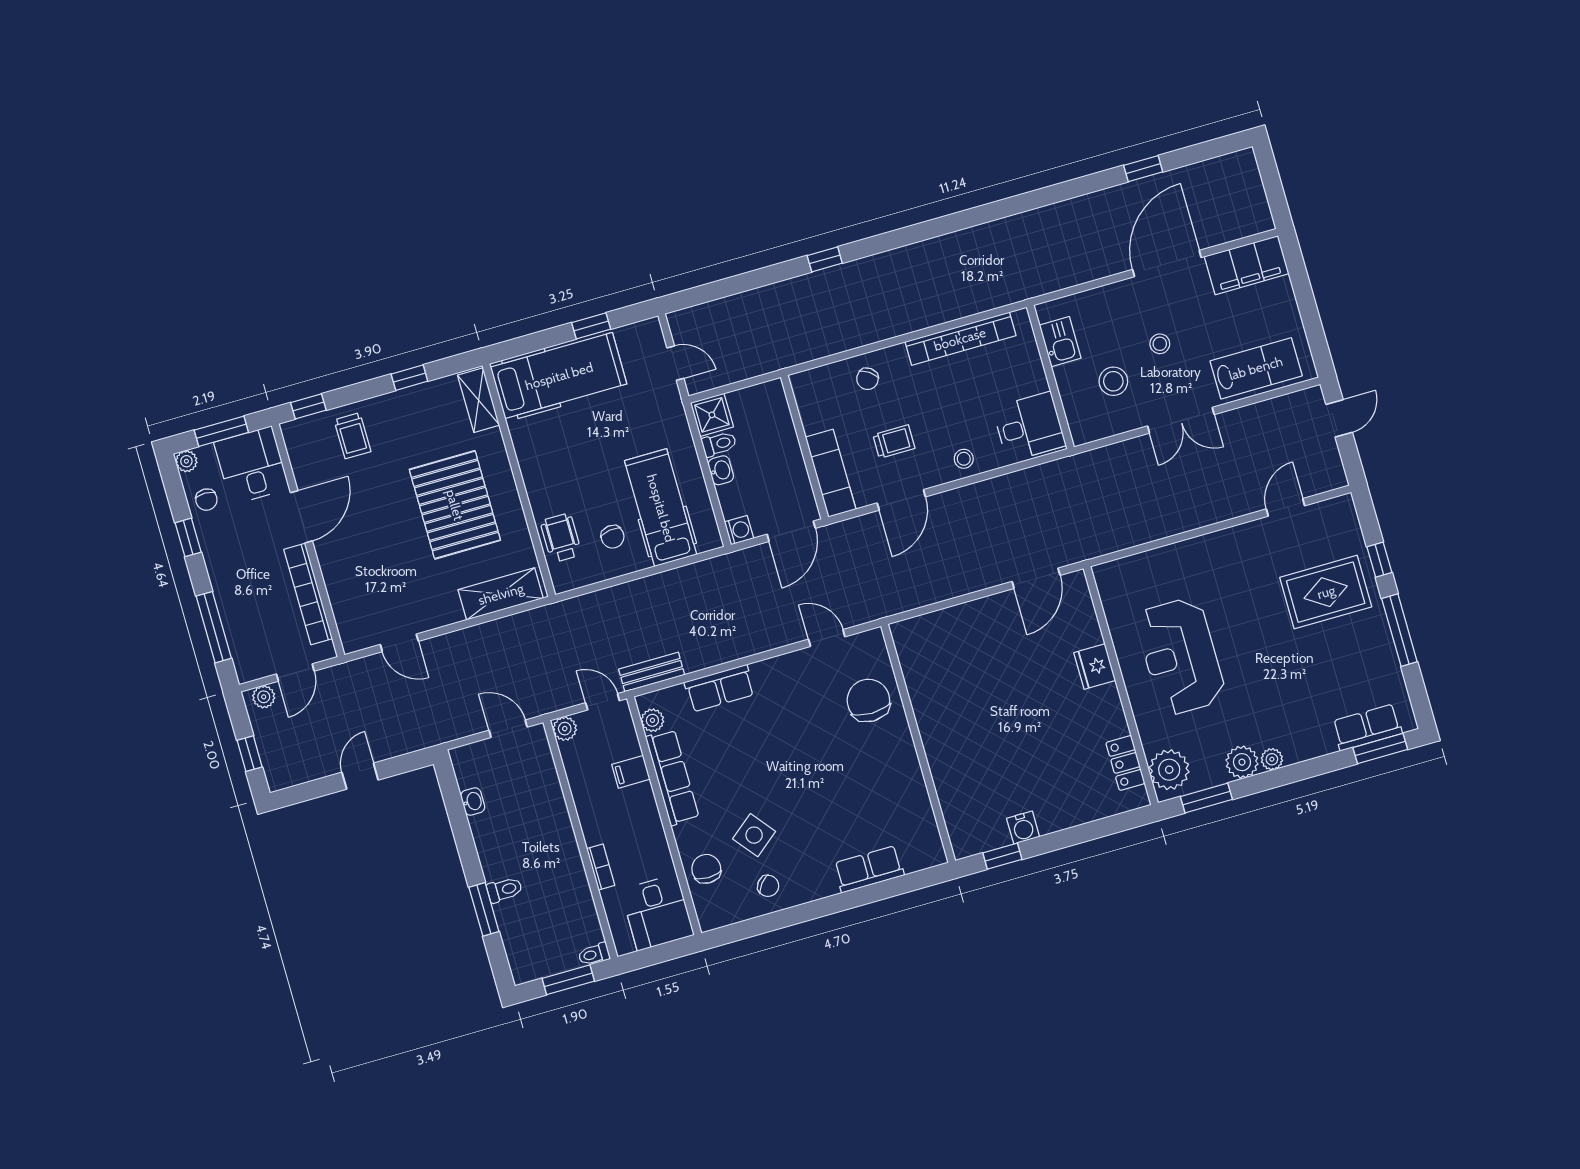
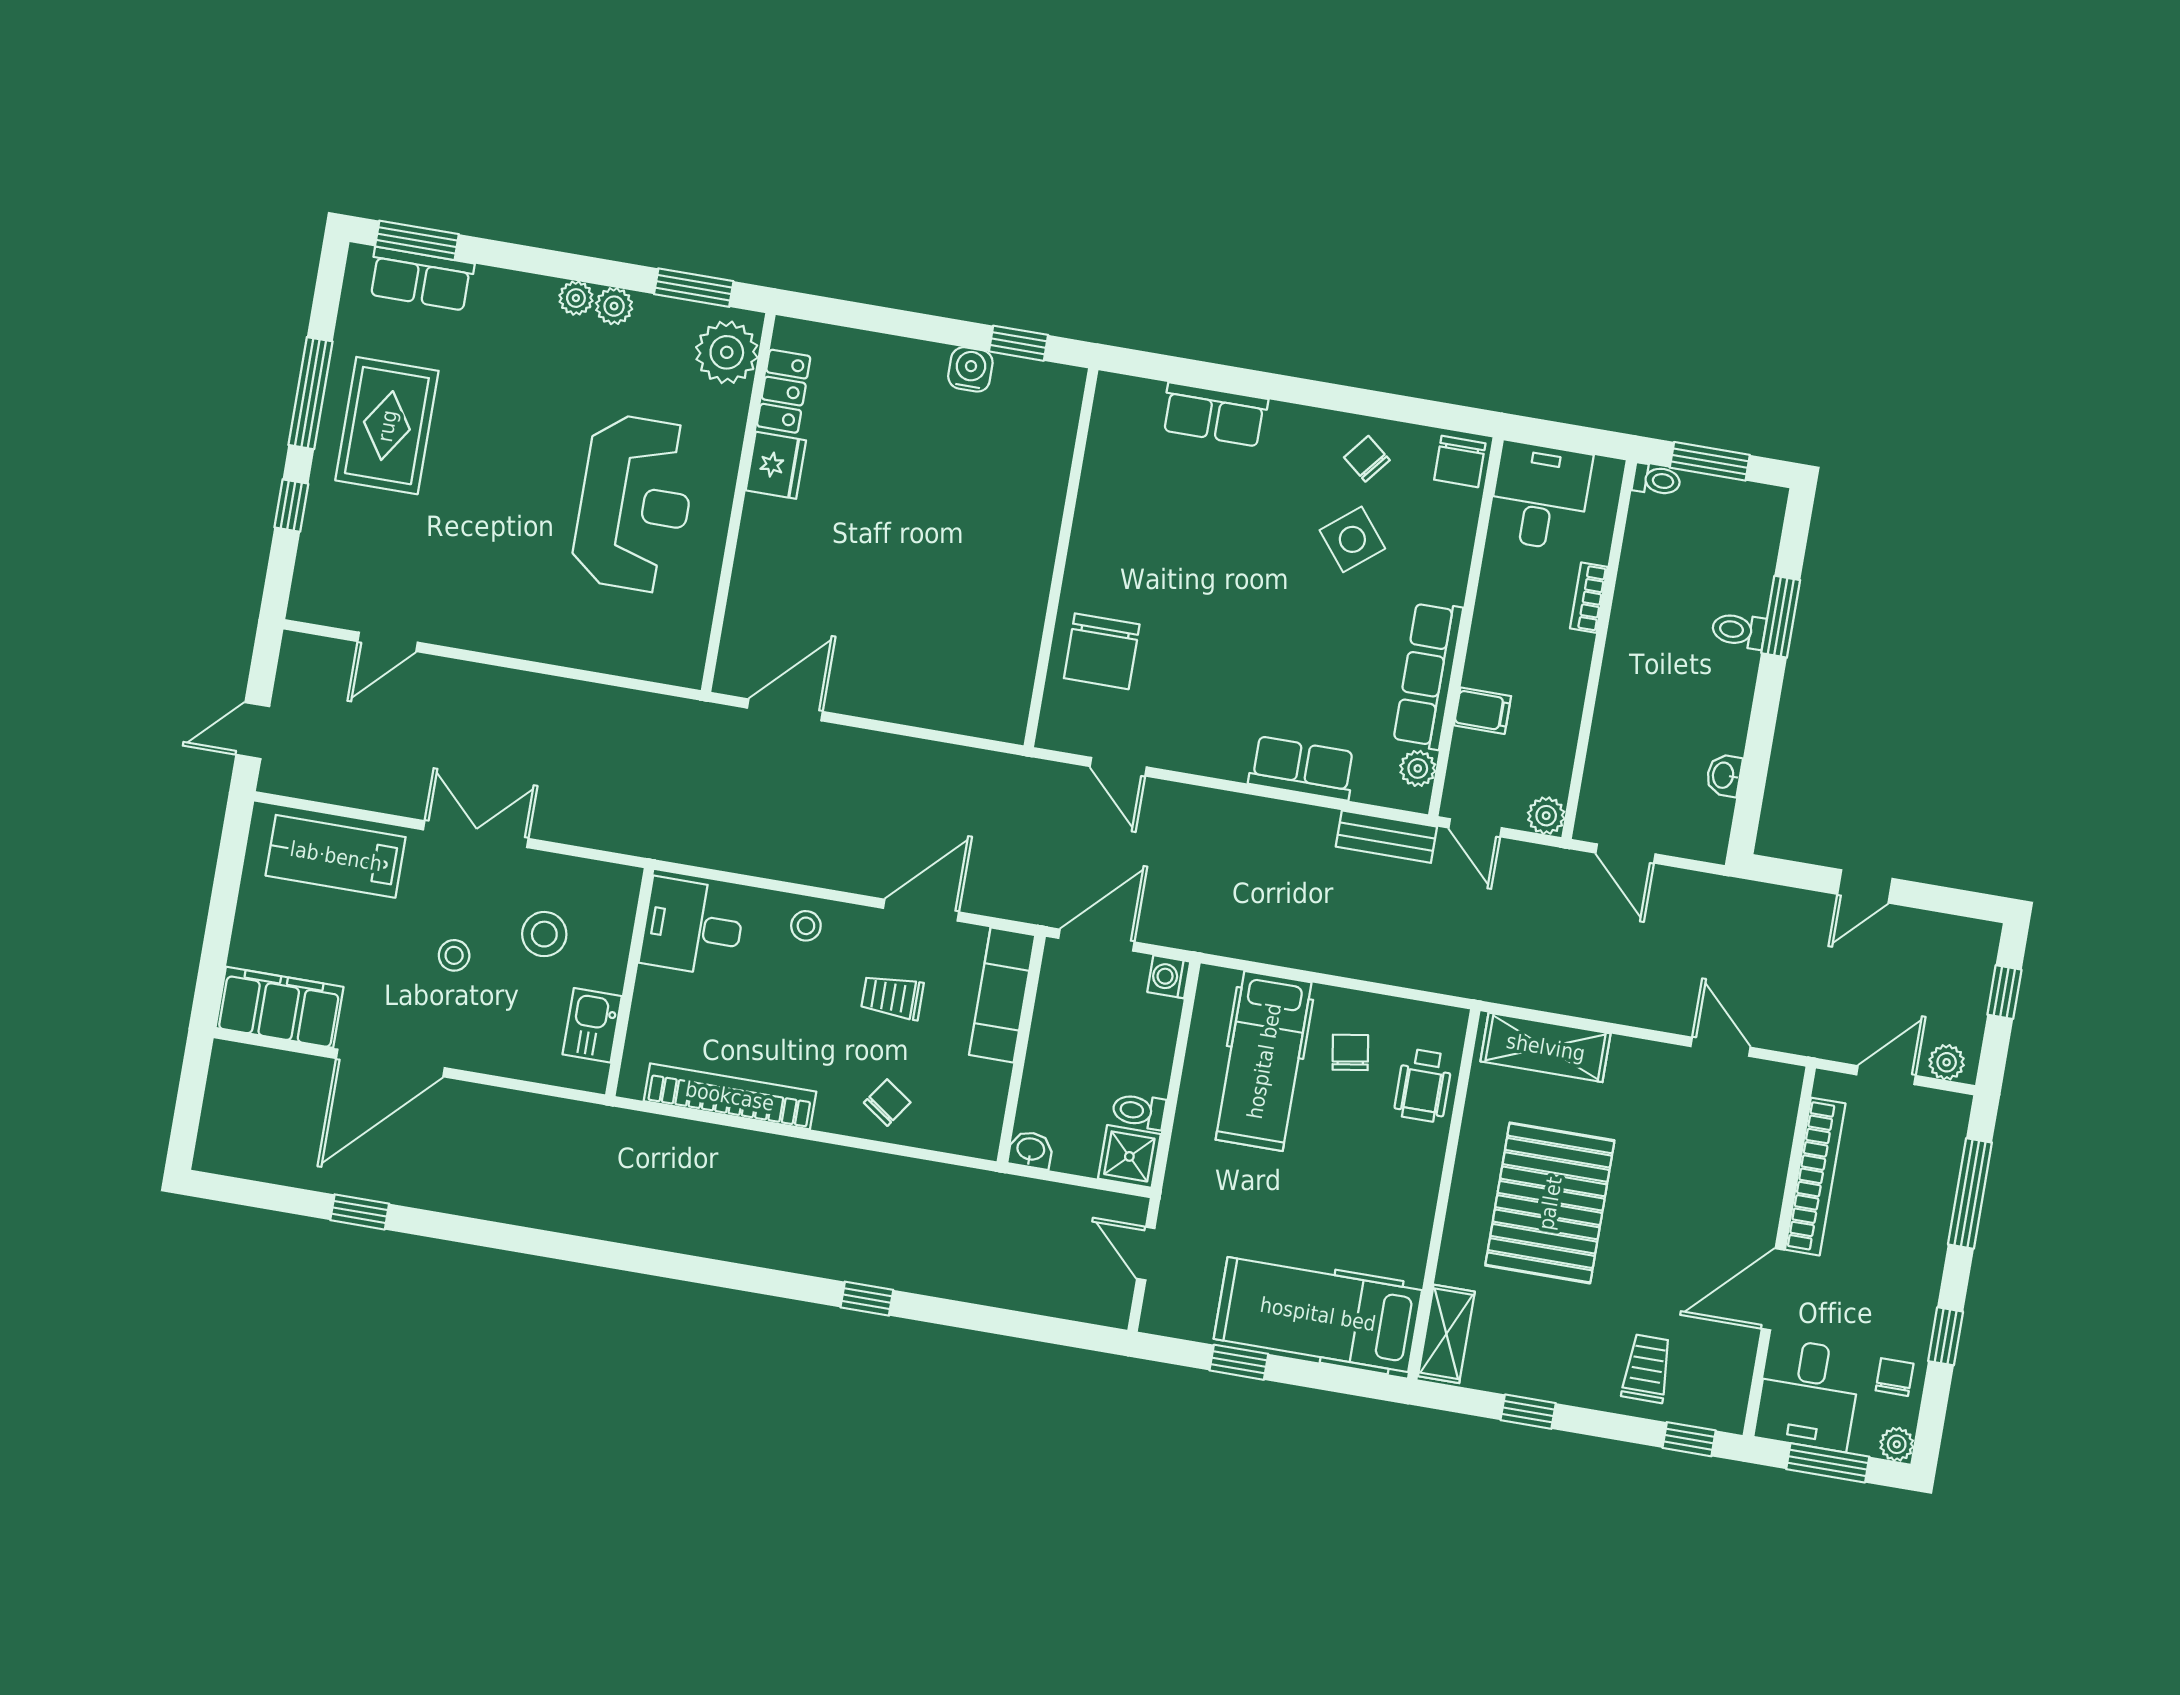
washbasin: (721, 470) -> (1031, 1150), moved, turned 90
rug: (1326, 592) -> (387, 426), moved, turned 90
fridge: (1095, 666) -> (776, 465), moved
plant: (1242, 762) -> (614, 306), width x0.73, depth x0.73
chair: (706, 869) -> (1460, 461), moved

